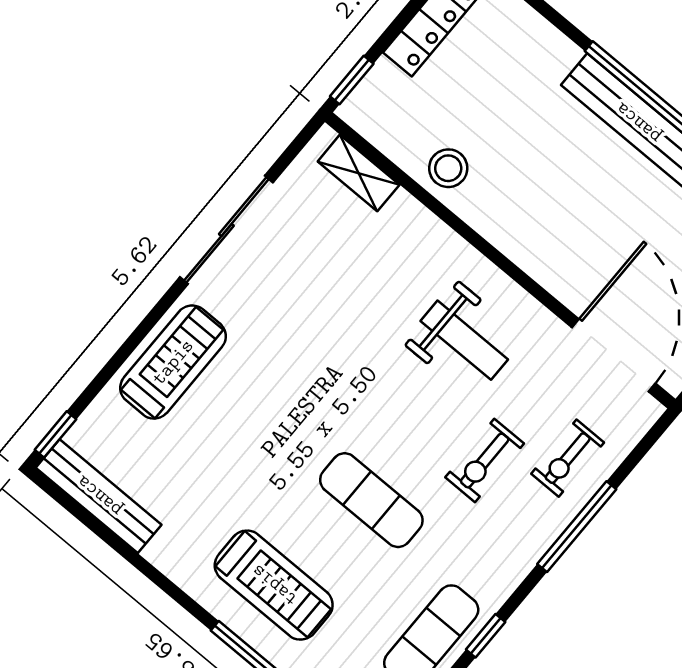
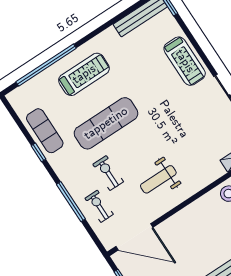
exercise mat: (371, 500) -> (106, 123), width x1.36, depth x1.45
treadmill: (274, 585) -> (84, 74), turned 180

